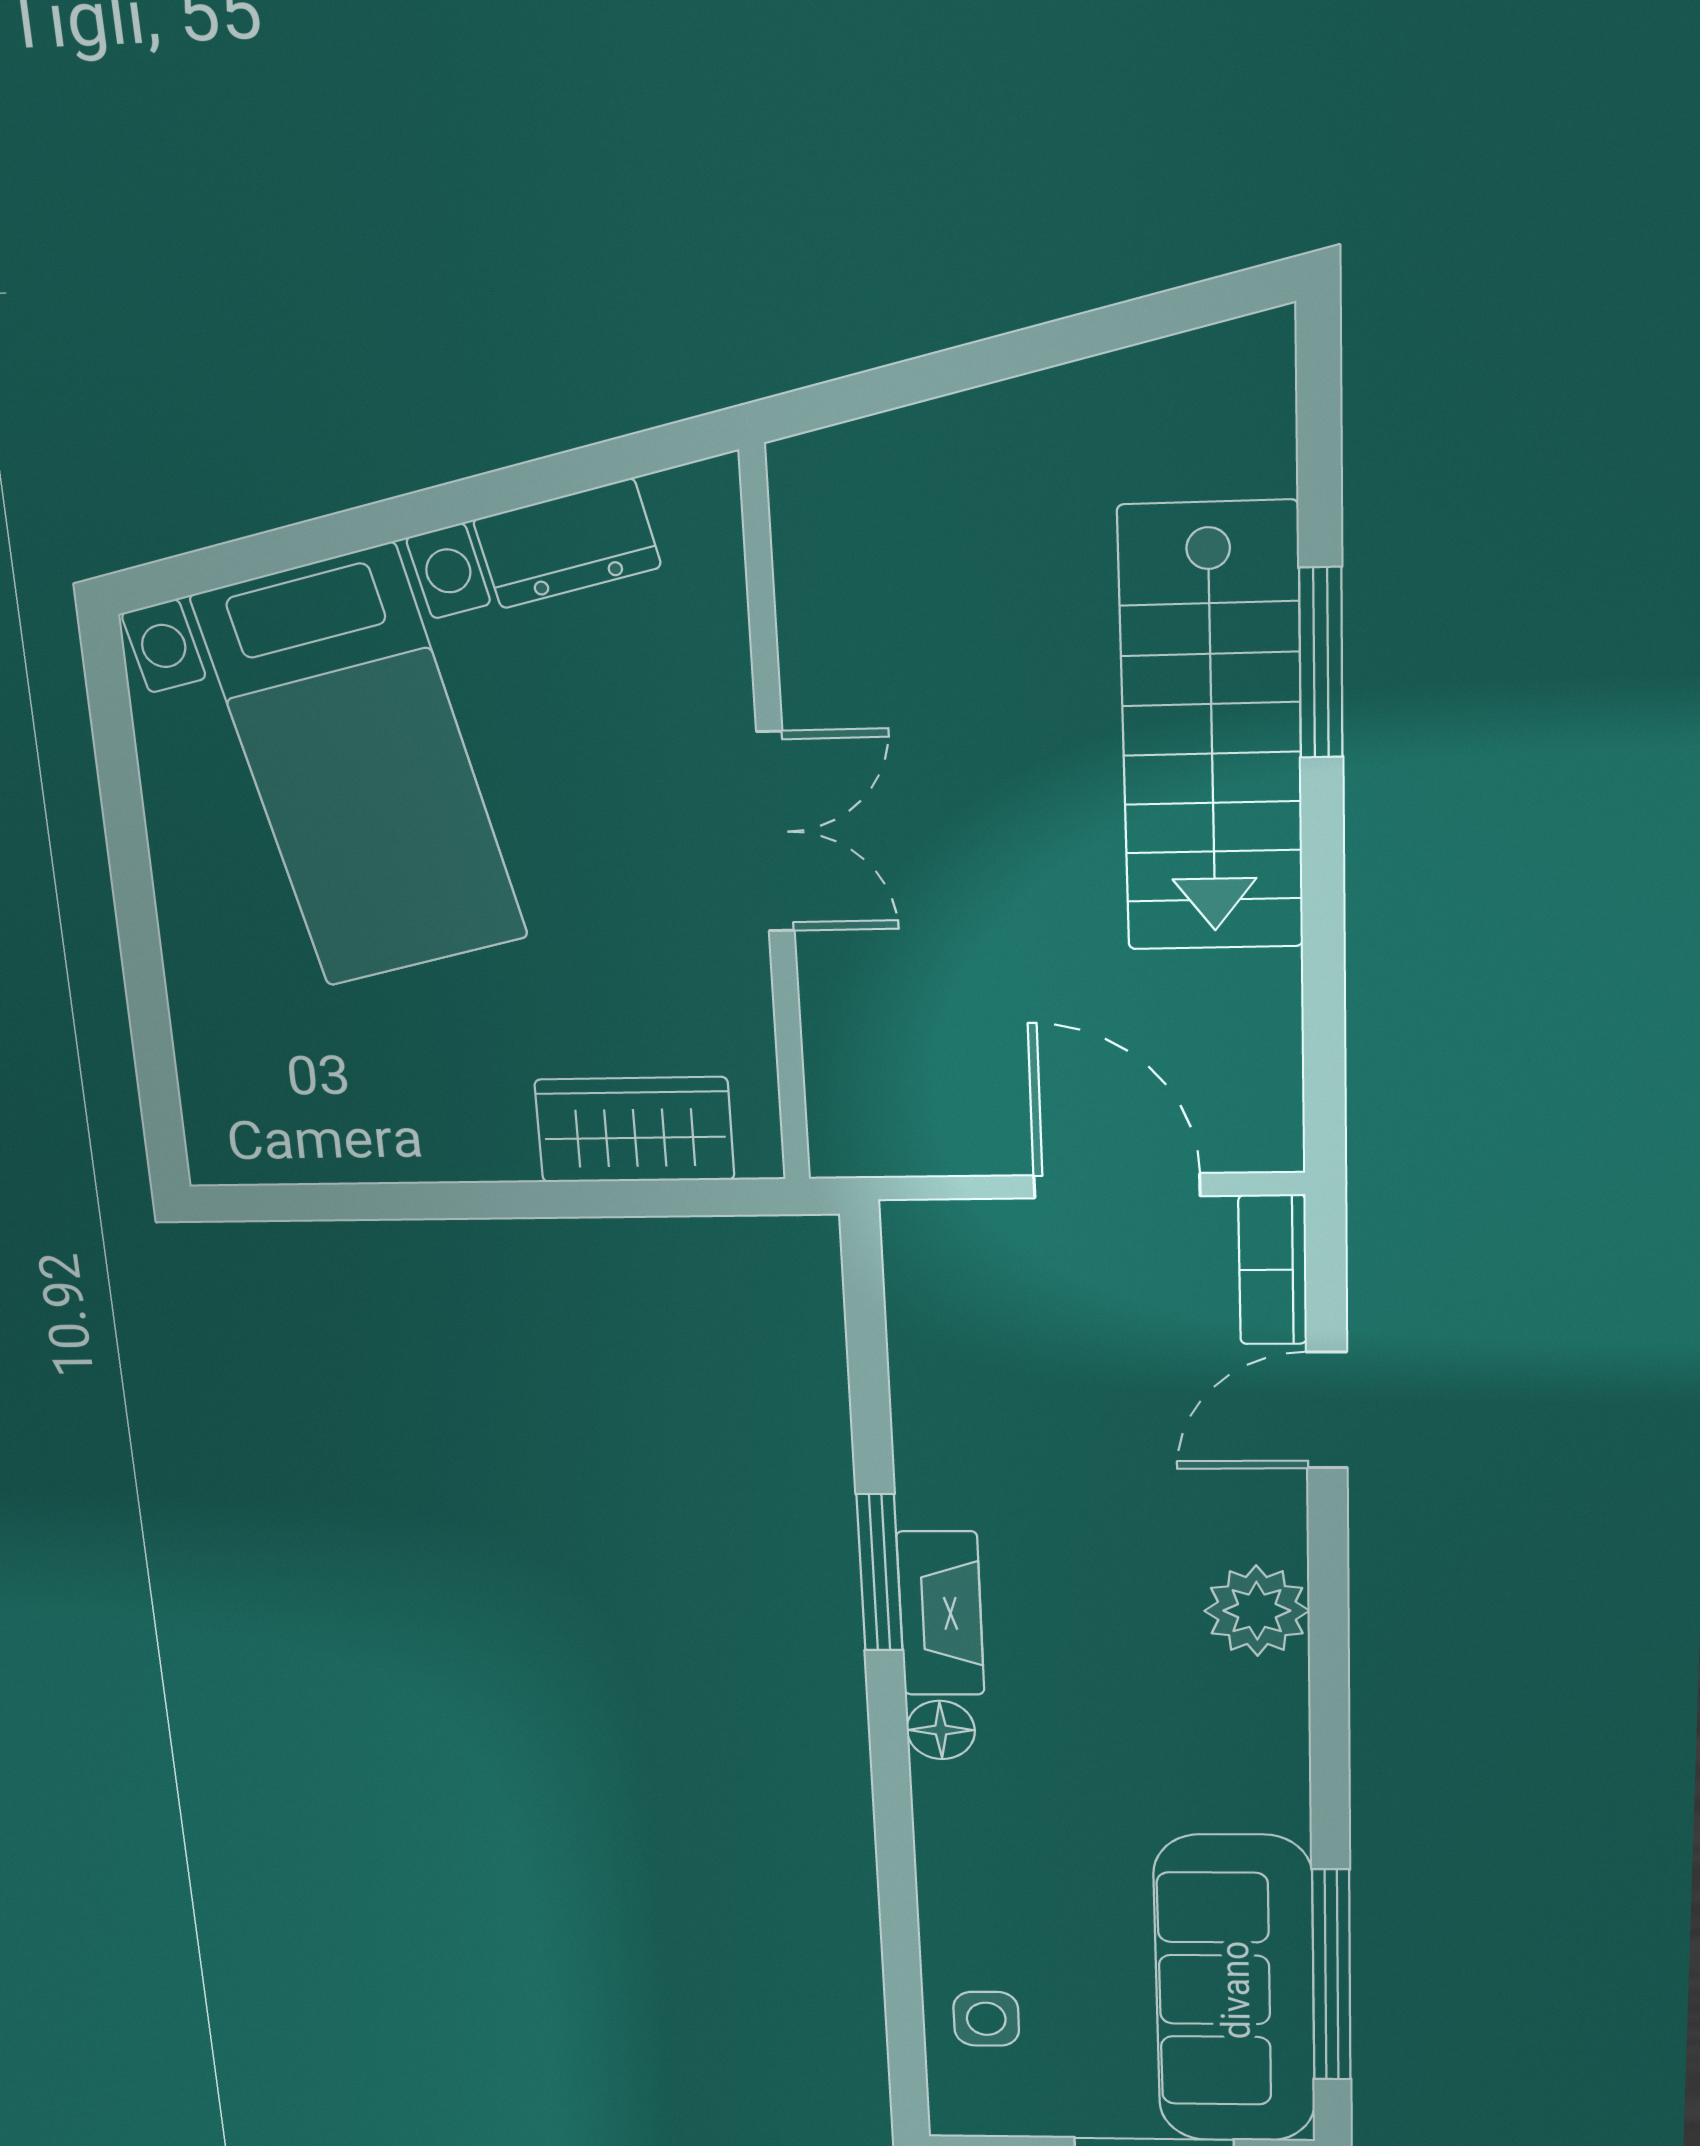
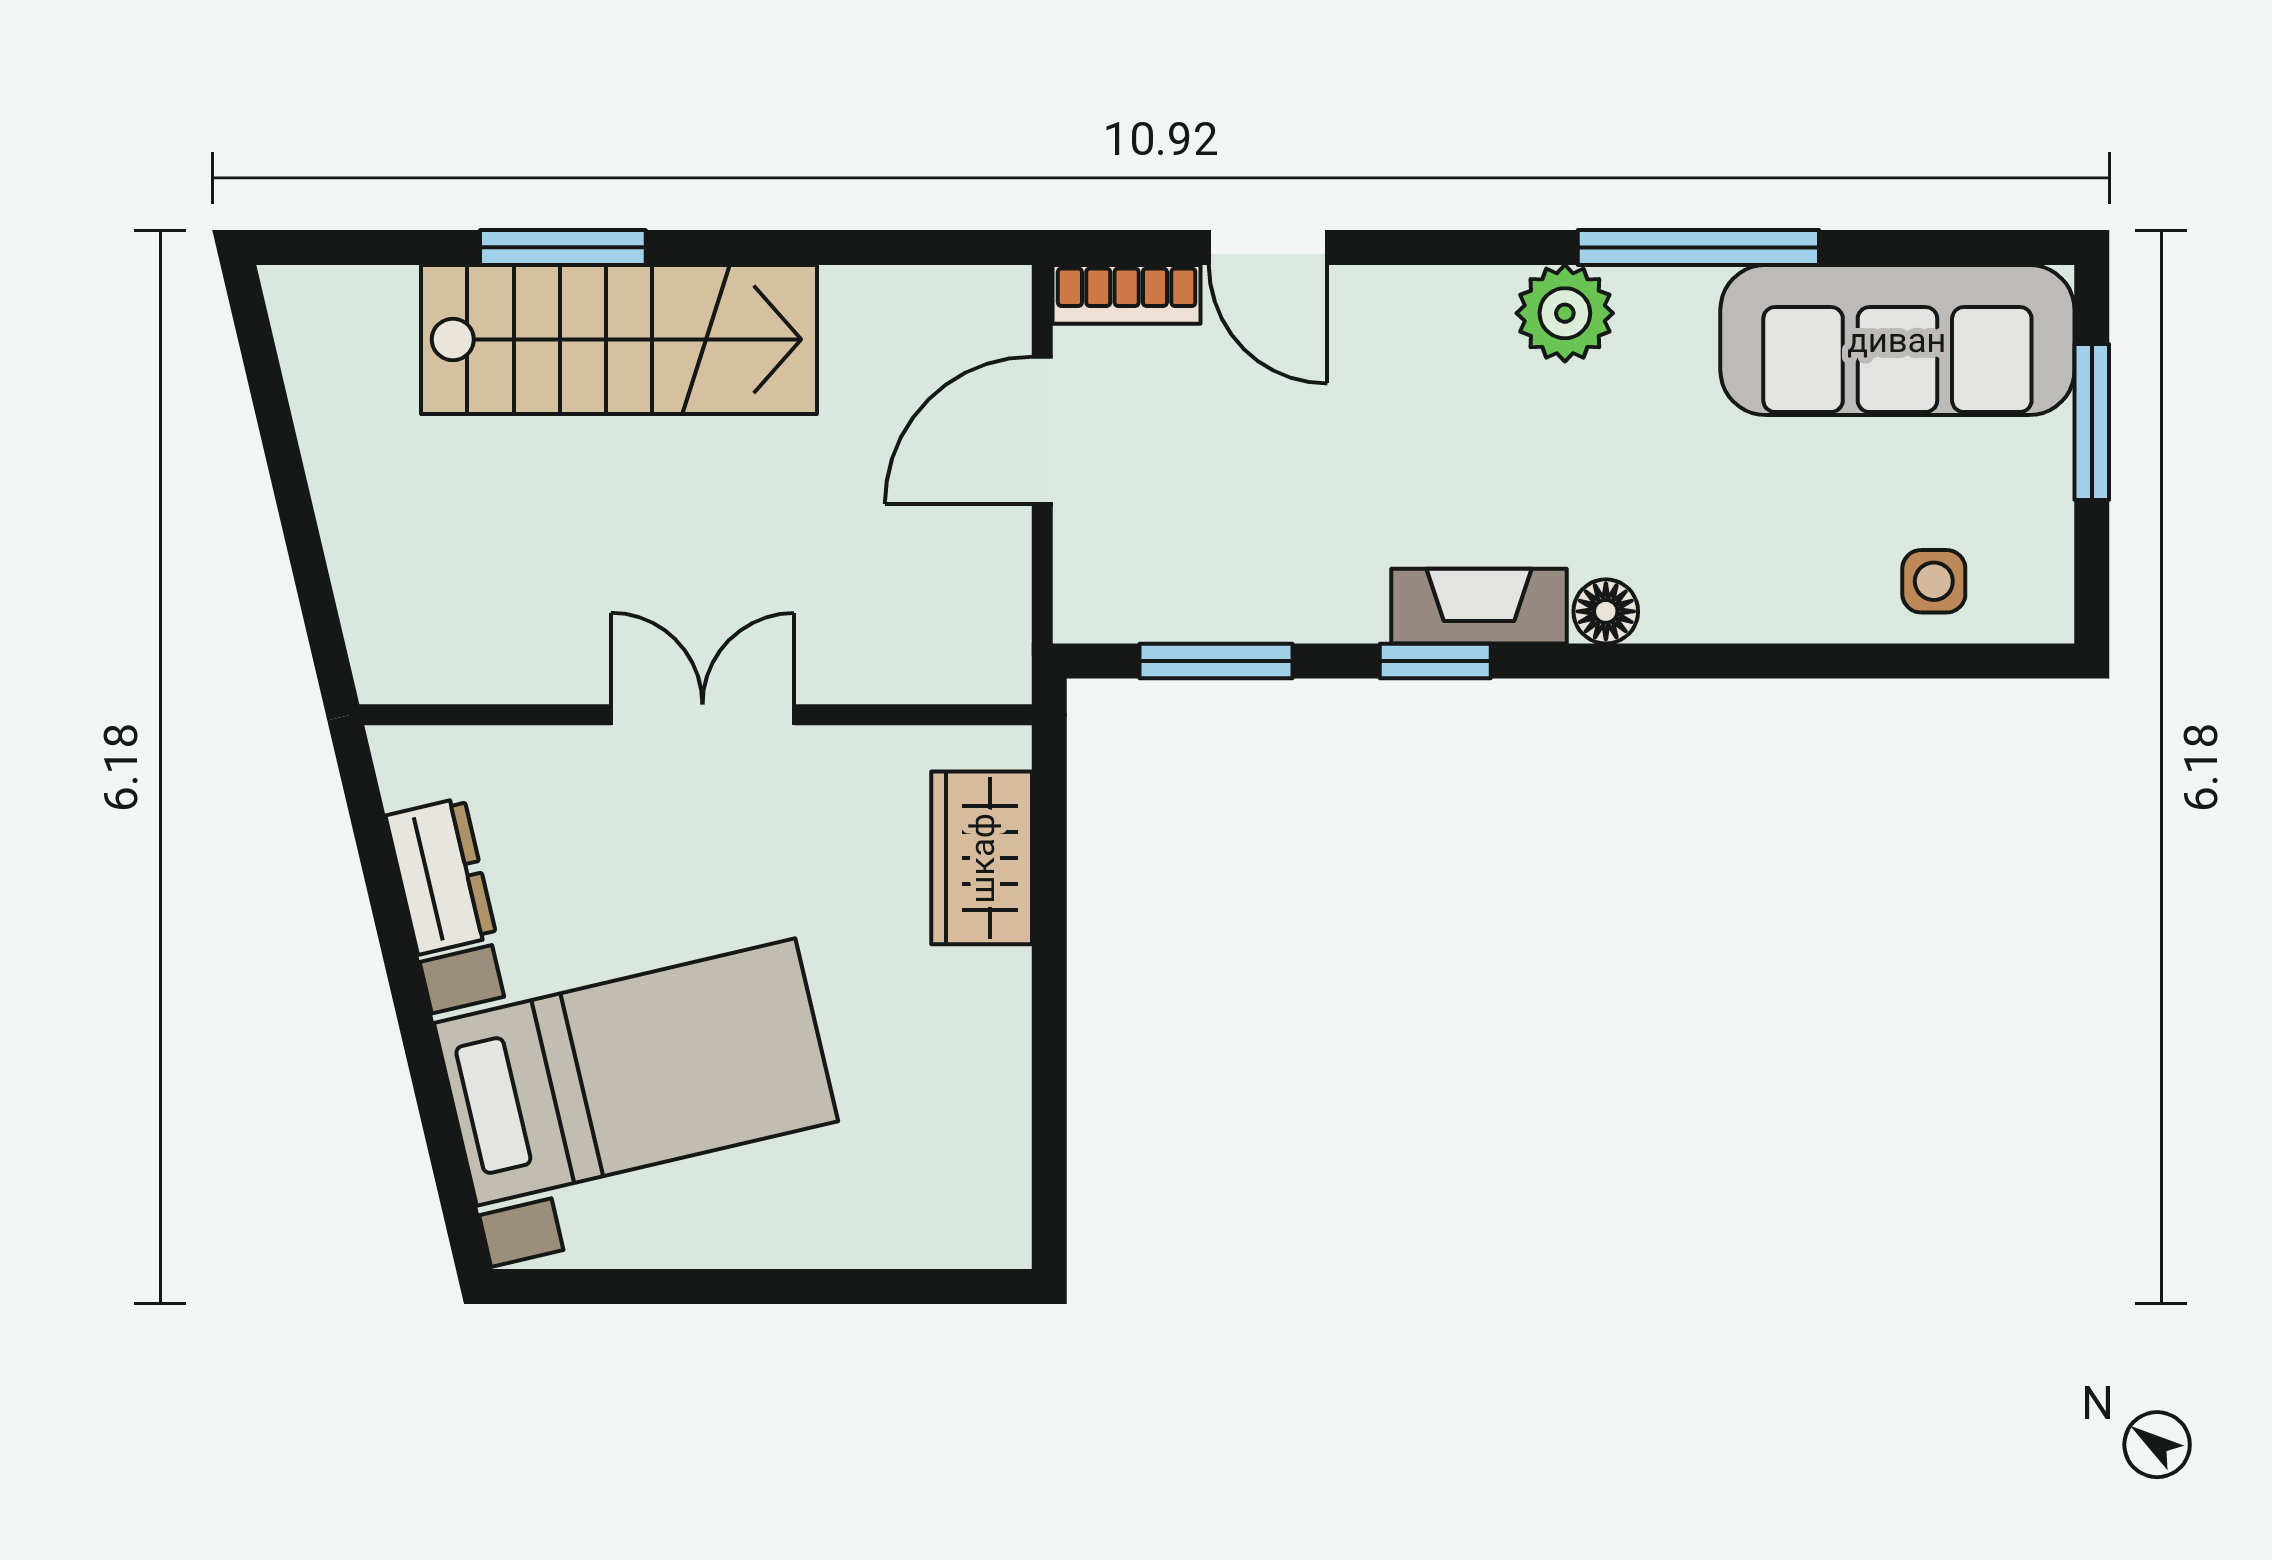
window: (868, 1362) -> (1216, 661), added
window: (880, 1573) -> (1435, 661), width x0.67
plant: (1257, 1611) -> (1565, 313), moved
window: (1332, 1975) -> (1698, 247), moved

